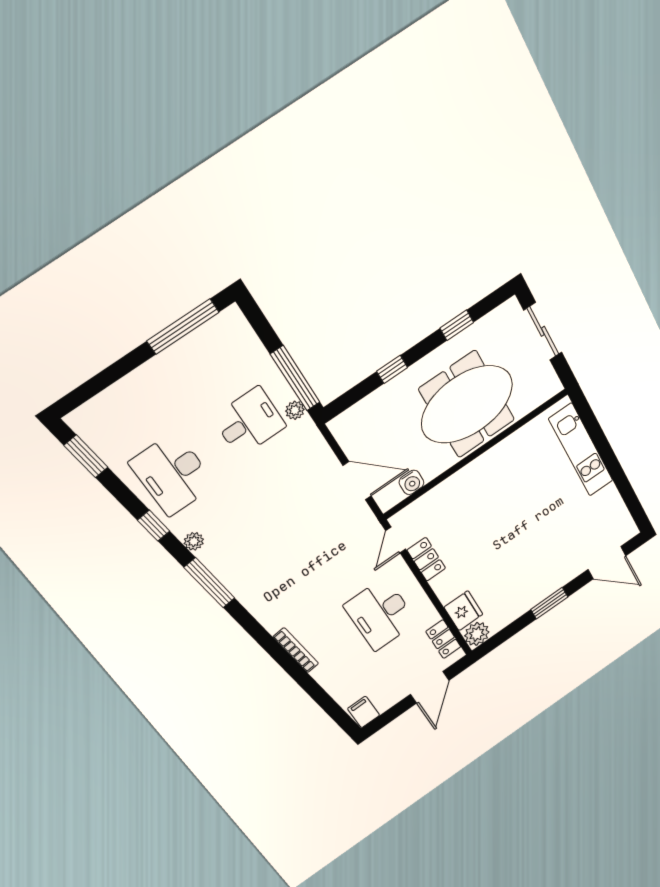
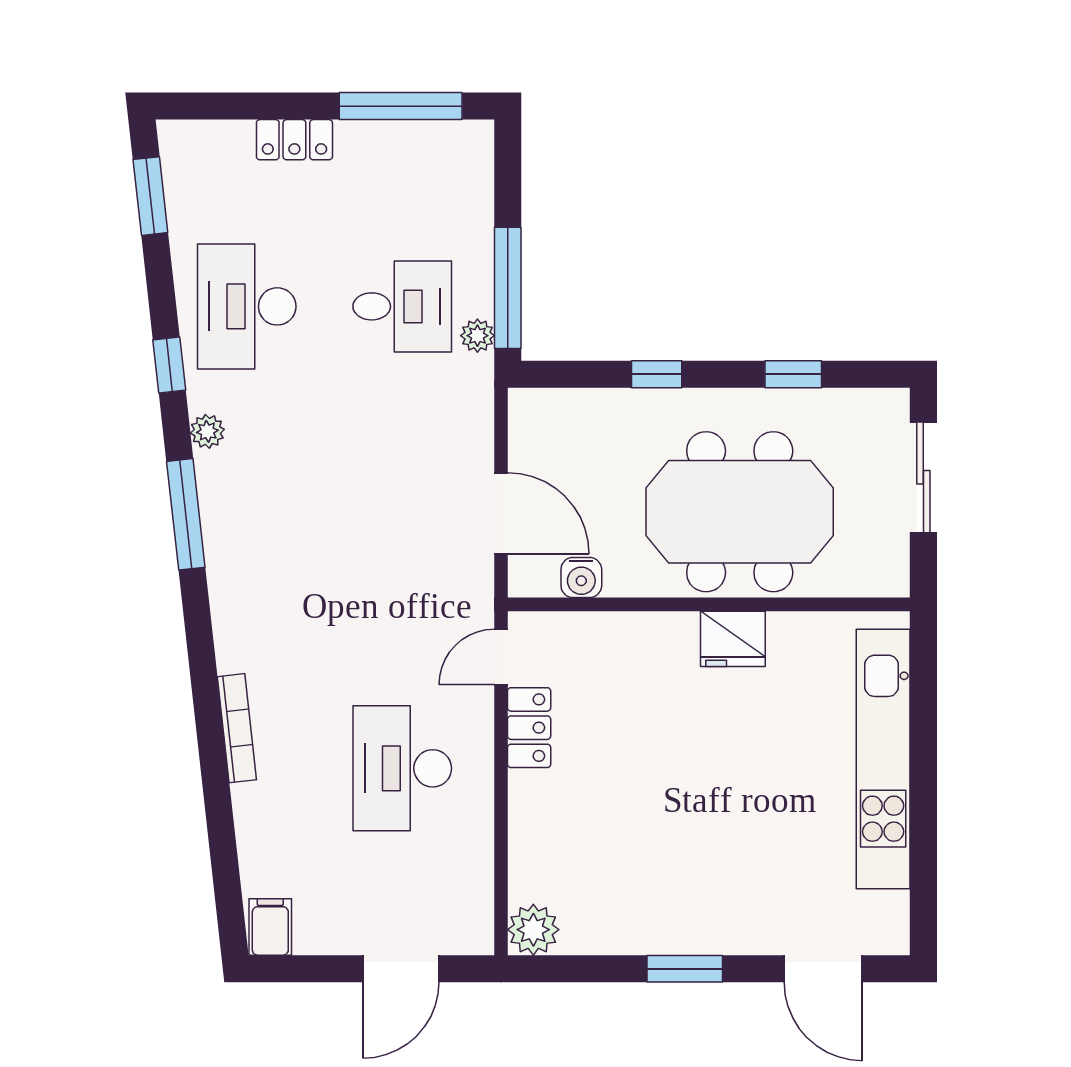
kitchen unit: (581, 450) -> (883, 759), width x1.36
fridge: (463, 611) -> (733, 639), moved, turned 90
locker: (443, 639) -> (294, 140), moved, turned -90

